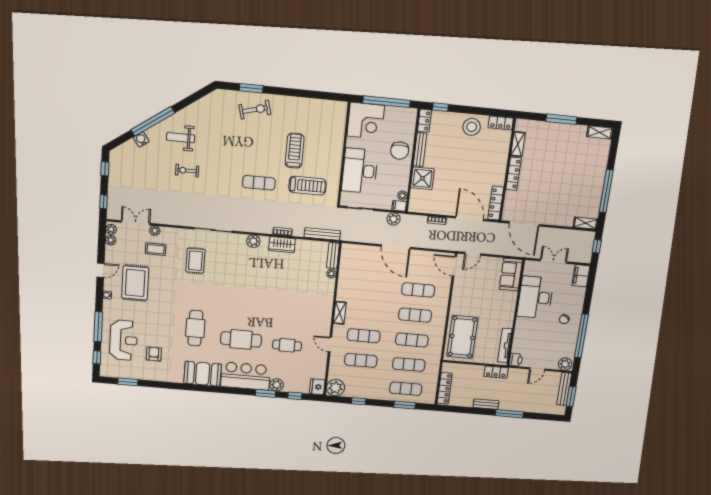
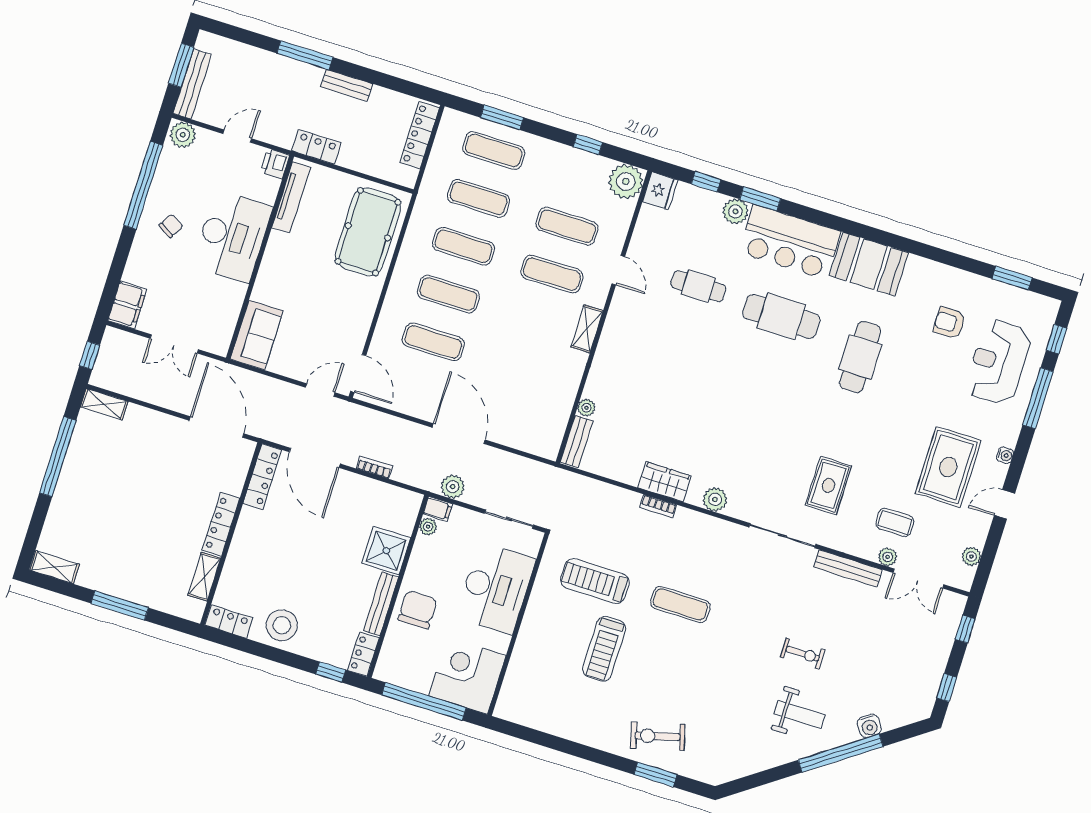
plant: (111, 229) -> (965, 576), removed
bench: (322, 234) -> (848, 568), moved
desk: (535, 297) -> (232, 236), moved
armchair: (154, 354) -> (950, 323), turned 90

